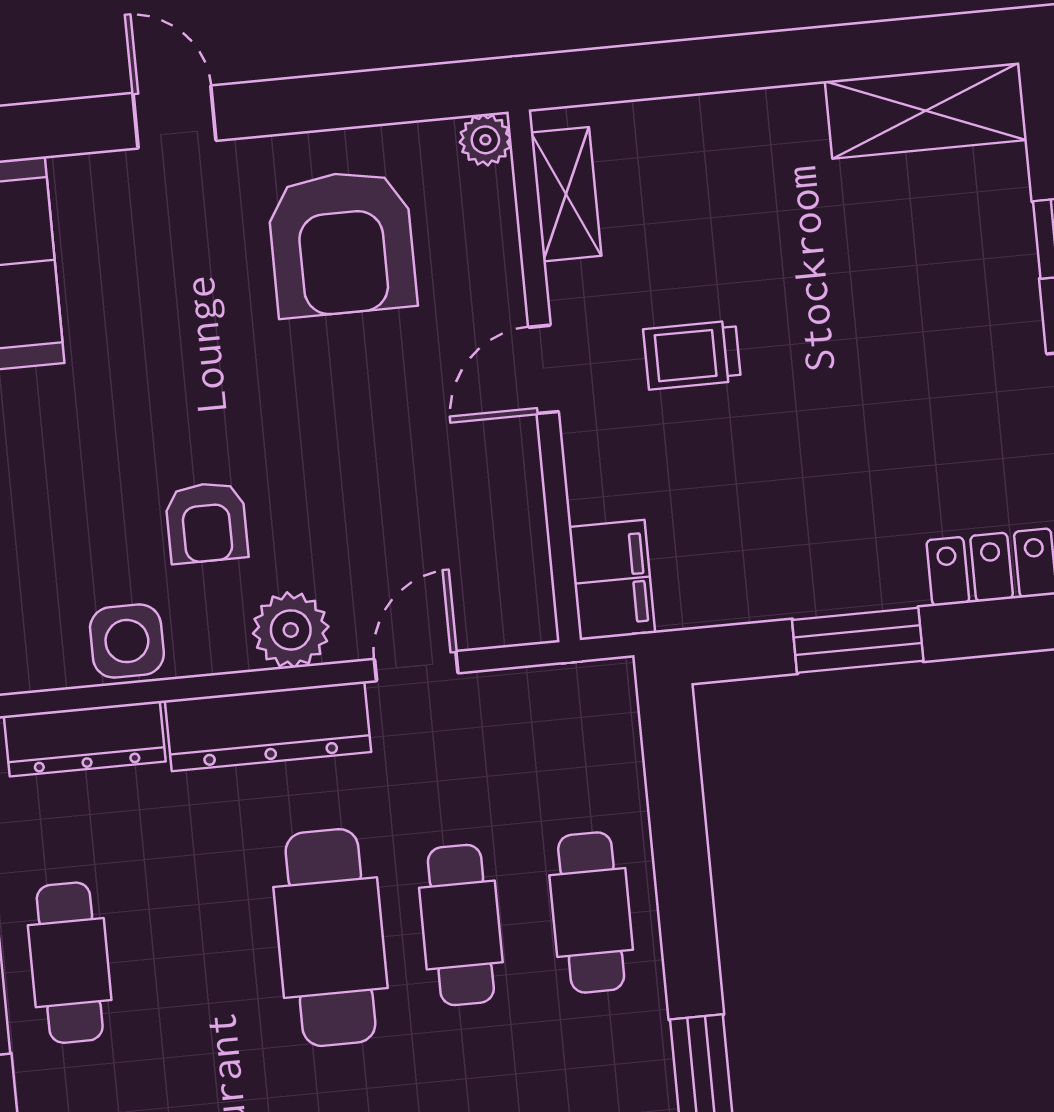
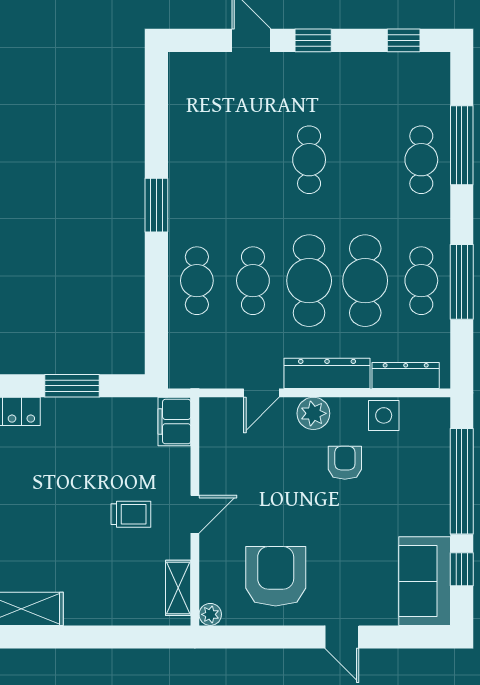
cafe table: (200, 950) -> (365, 281), added

